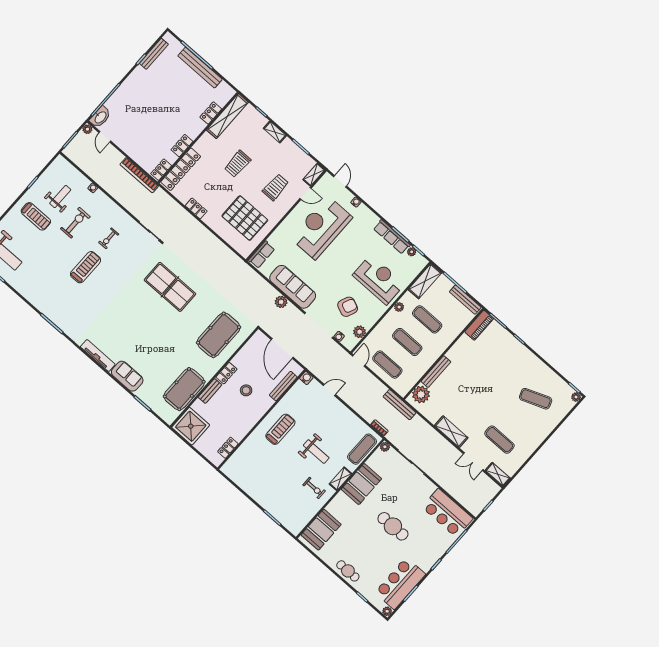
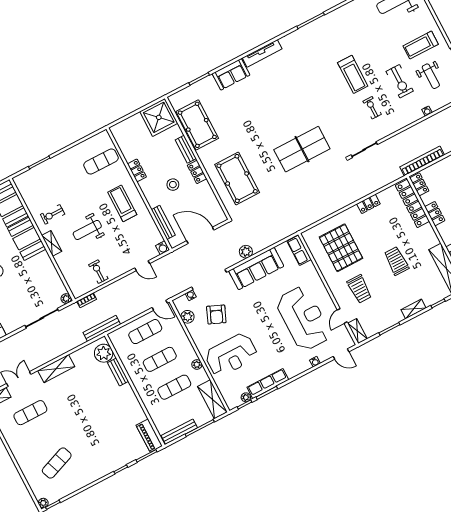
pallet: (245, 218) -> (341, 248), turned 90
bench: (436, 372) -> (118, 372), width x0.73
door: (329, 390) -> (142, 266), hinge flipped
exercise bike: (350, 427) -> (98, 272), added
treadmill: (280, 429) -> (122, 203), turned 180
locker: (228, 448) -> (137, 170), moved
exercise mat: (362, 449) -> (101, 162), moved, turned 90
booth: (361, 484) -> (27, 239), moved

